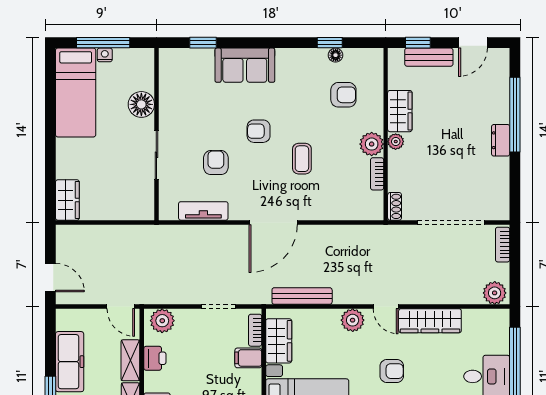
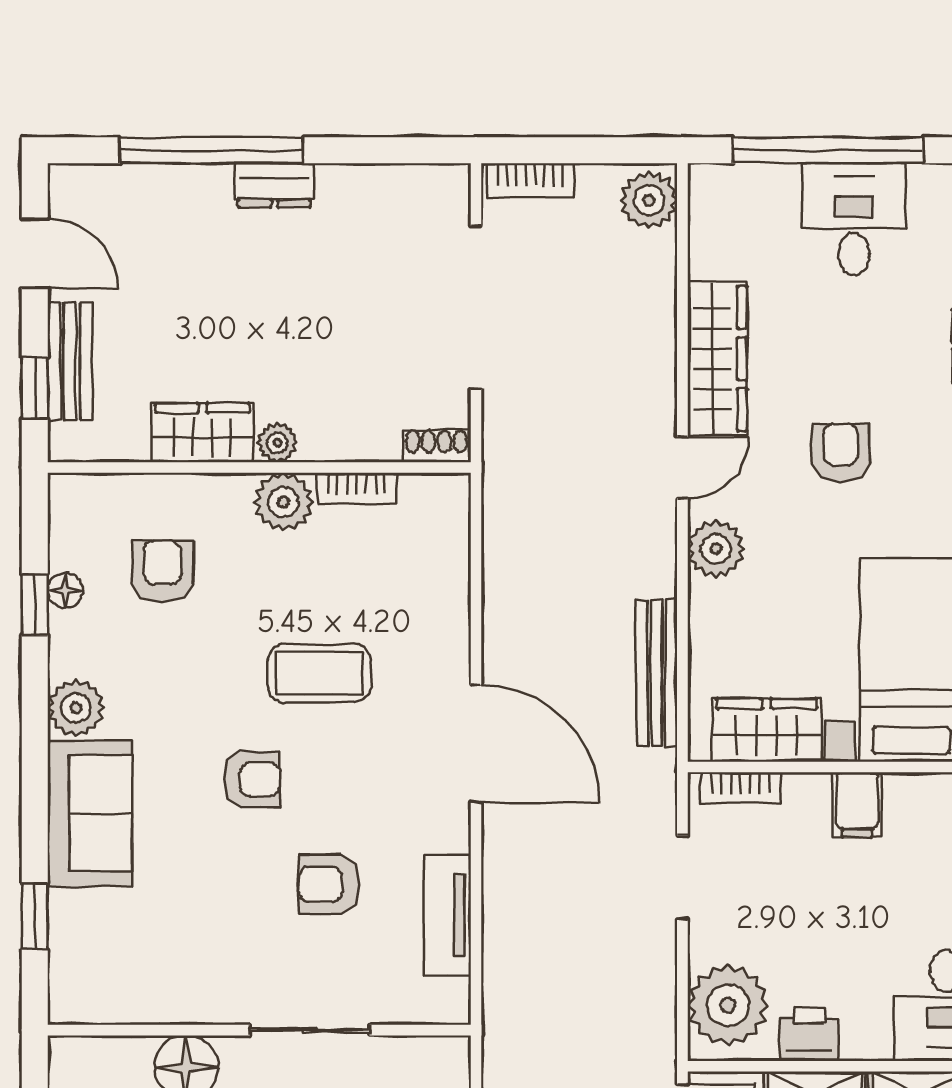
plant: (288, 59) -> (76, 708), added
armchair: (259, 131) -> (252, 779), turned -90
coffee table: (302, 159) -> (319, 673), width x1.36, depth x1.30
plant: (162, 321) -> (728, 1005), width x1.36, depth x1.36
filing cabinet: (248, 358) -> (857, 805), moved

